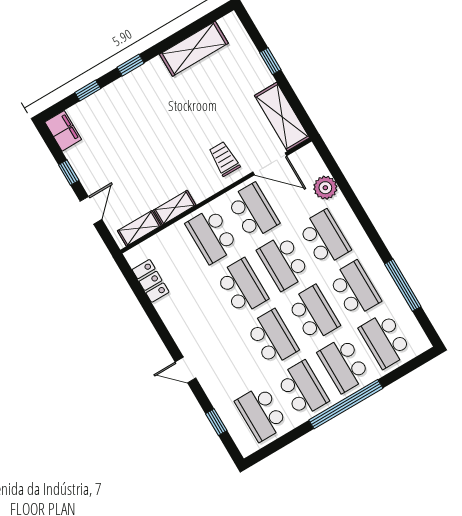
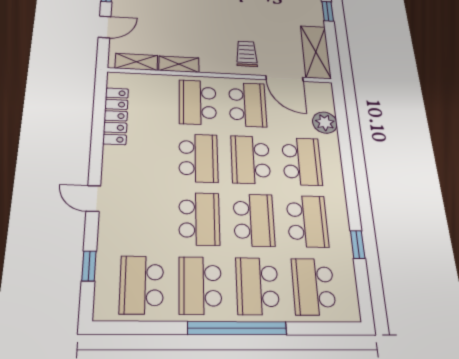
locker: (151, 281) -> (116, 116), width x1.53
window: (403, 285) -> (358, 245), width x0.46
school desk: (303, 389) -> (200, 285), turned 180

